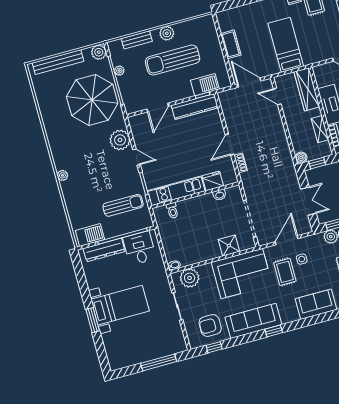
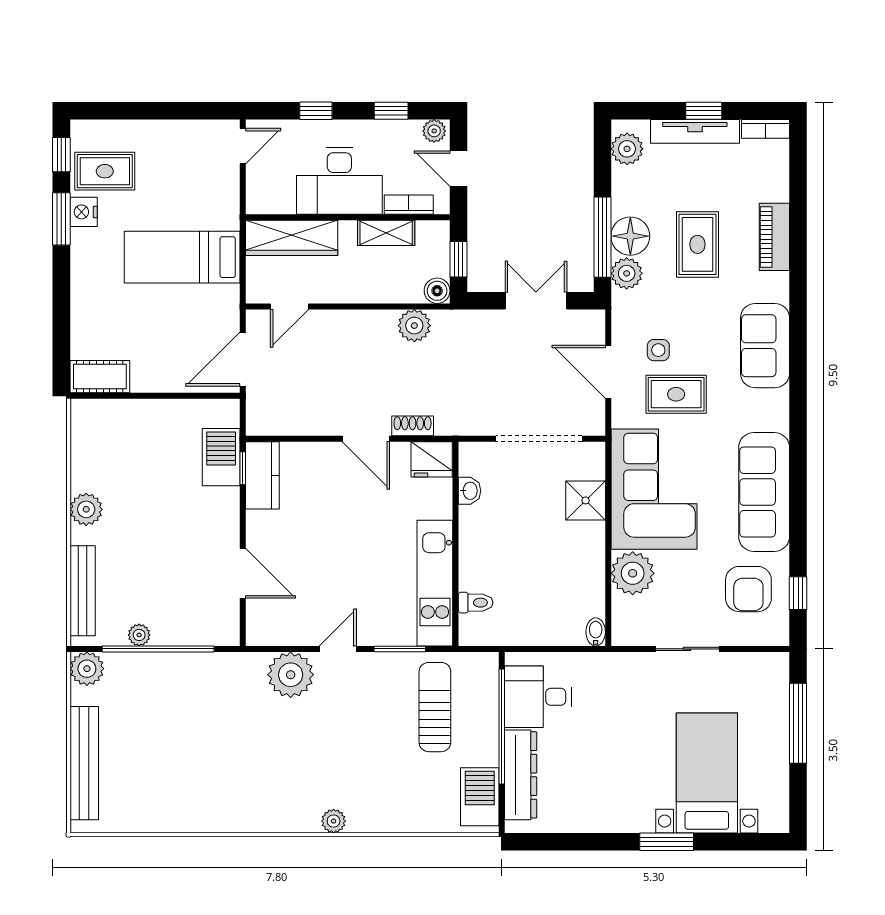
bench: (137, 40) -> (83, 591), width x1.36
cot: (231, 44) -> (100, 377), moved
sun lounger: (173, 60) -> (148, 513), removed
parasol: (92, 100) -> (187, 711), removed
kitchen counter: (195, 107) -> (262, 475), width x0.67
plant: (284, 152) -> (414, 326), added
fridge: (213, 181) -> (432, 459), moved, turned -90
plant: (190, 278) -> (633, 573), moved
bed with nightstands: (120, 305) -> (707, 773), moved
window: (274, 331) -> (798, 454), removed

